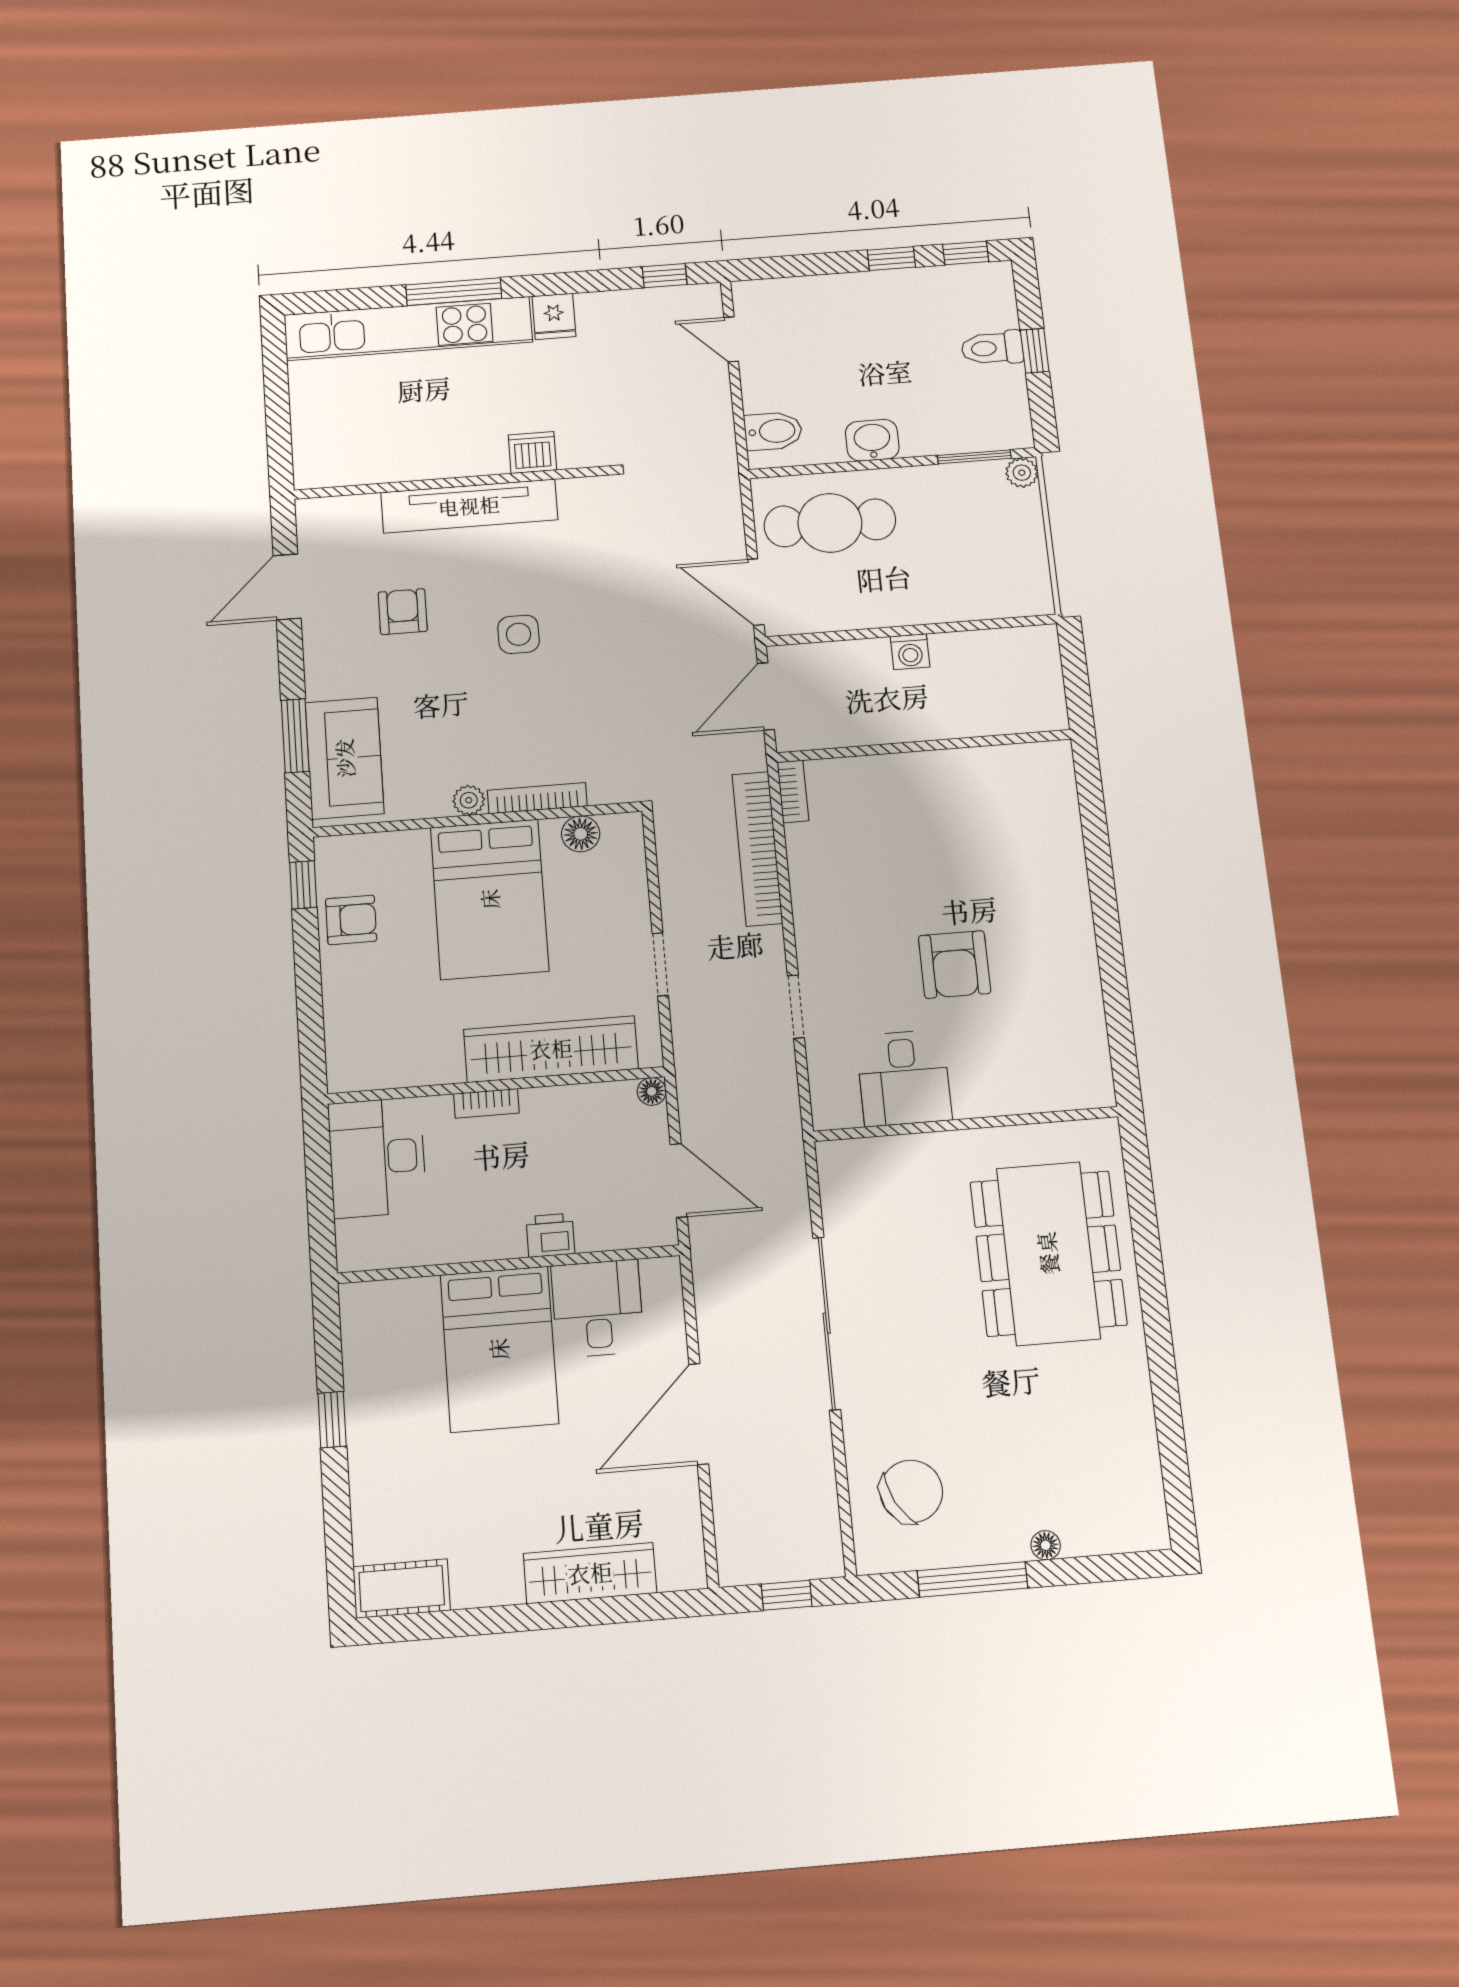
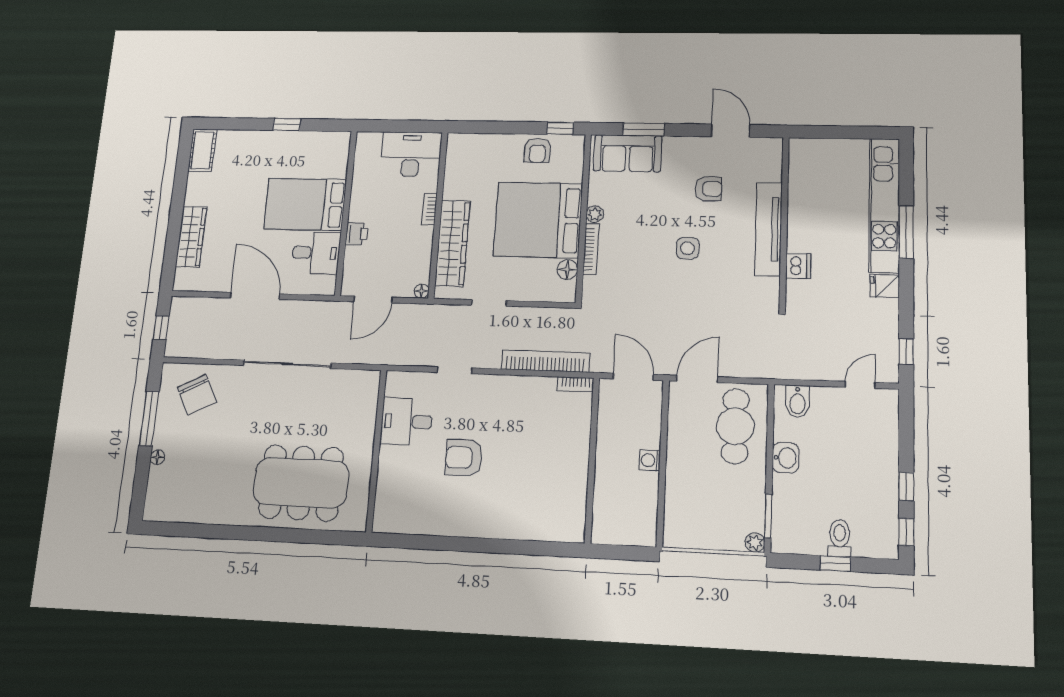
bed: (490, 899) -> (538, 220), width x1.36

